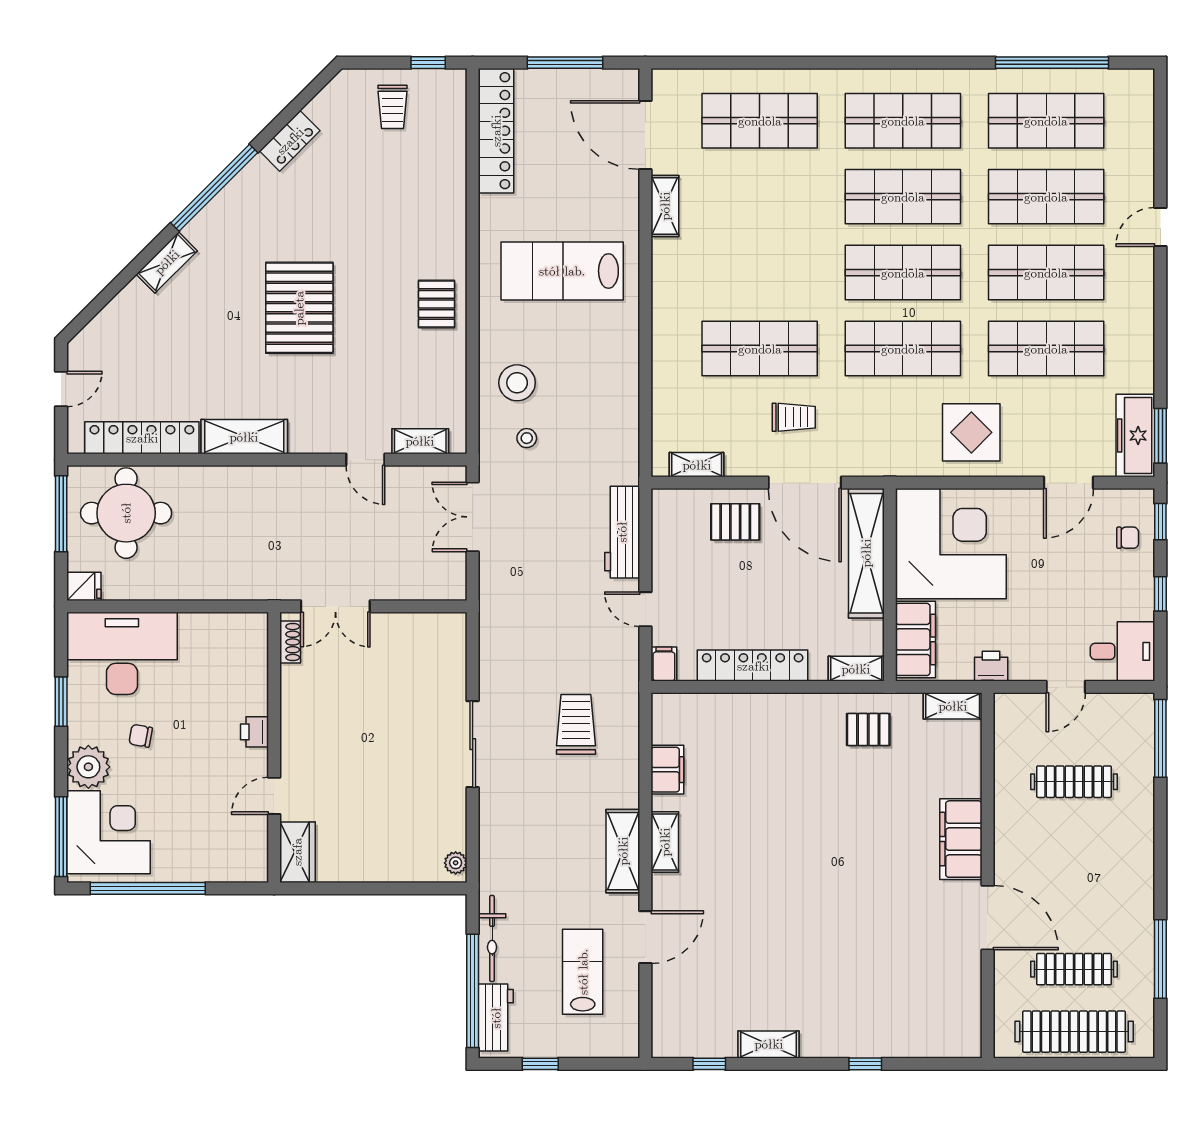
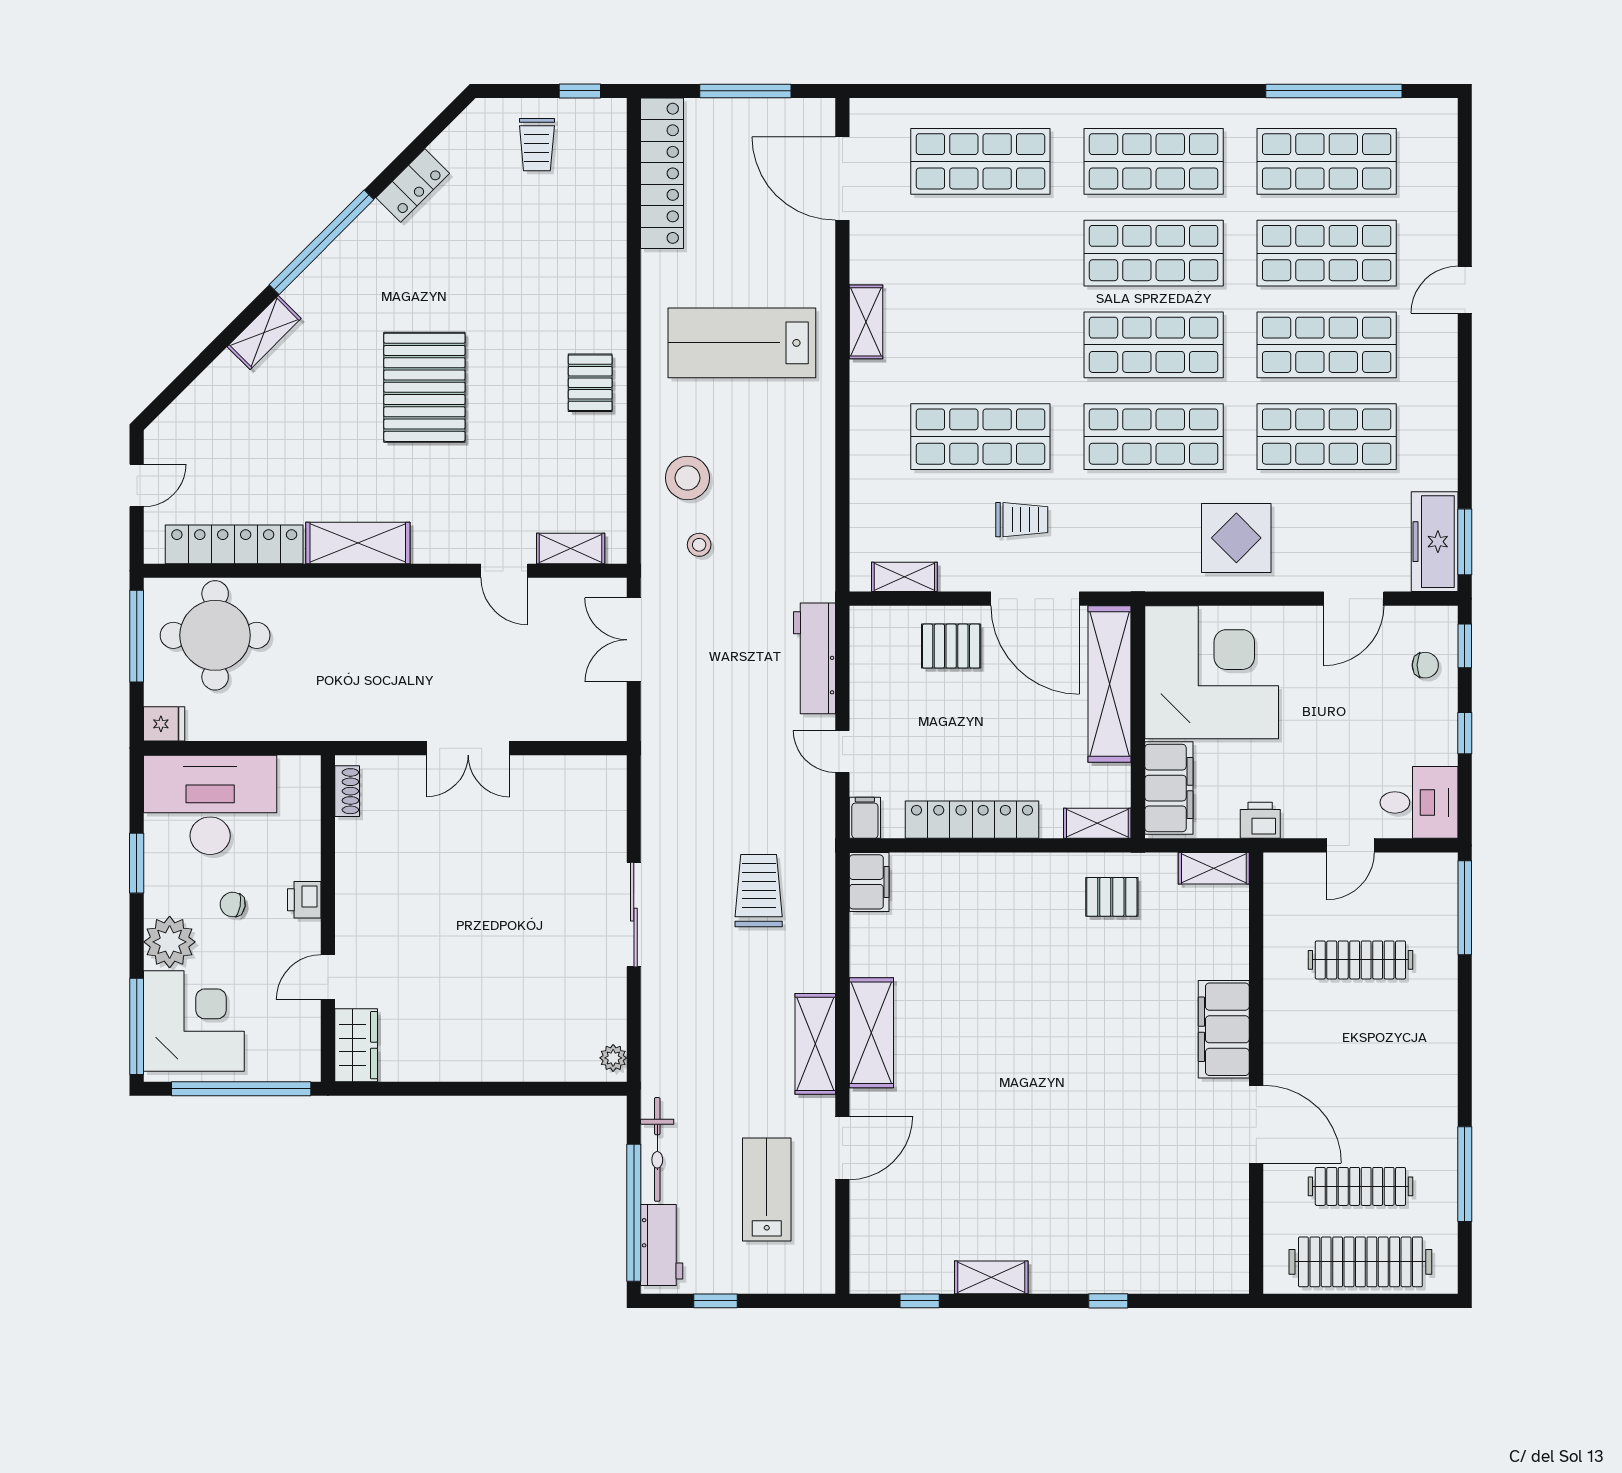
shelving: (665, 206) -> (866, 322), moved
shoe rack: (290, 642) -> (347, 791), moved
printer: (255, 732) -> (304, 900), moved
wall: (274, 747) -> (328, 918), moved
filing cabinet: (667, 770) -> (869, 882), moved
door: (274, 796) -> (328, 977), moved
shelving: (665, 842) -> (871, 1033), width x1.50, depth x1.33
wardrobe: (297, 852) -> (356, 1045), moved

